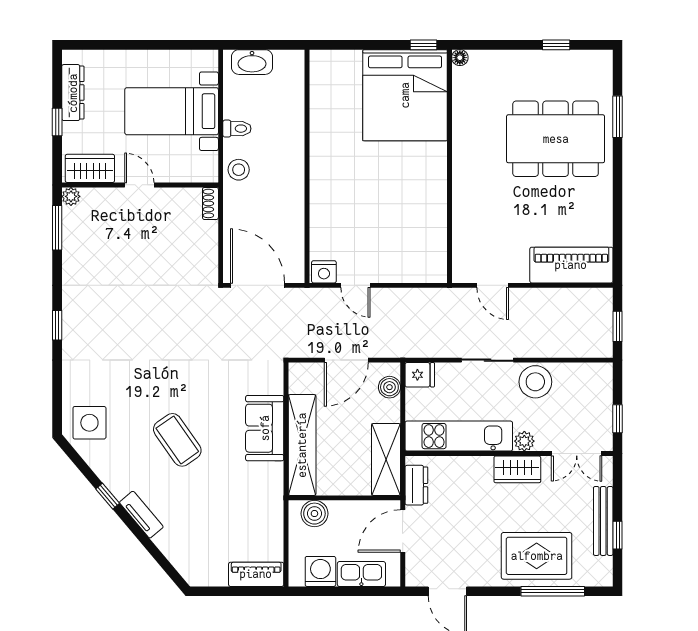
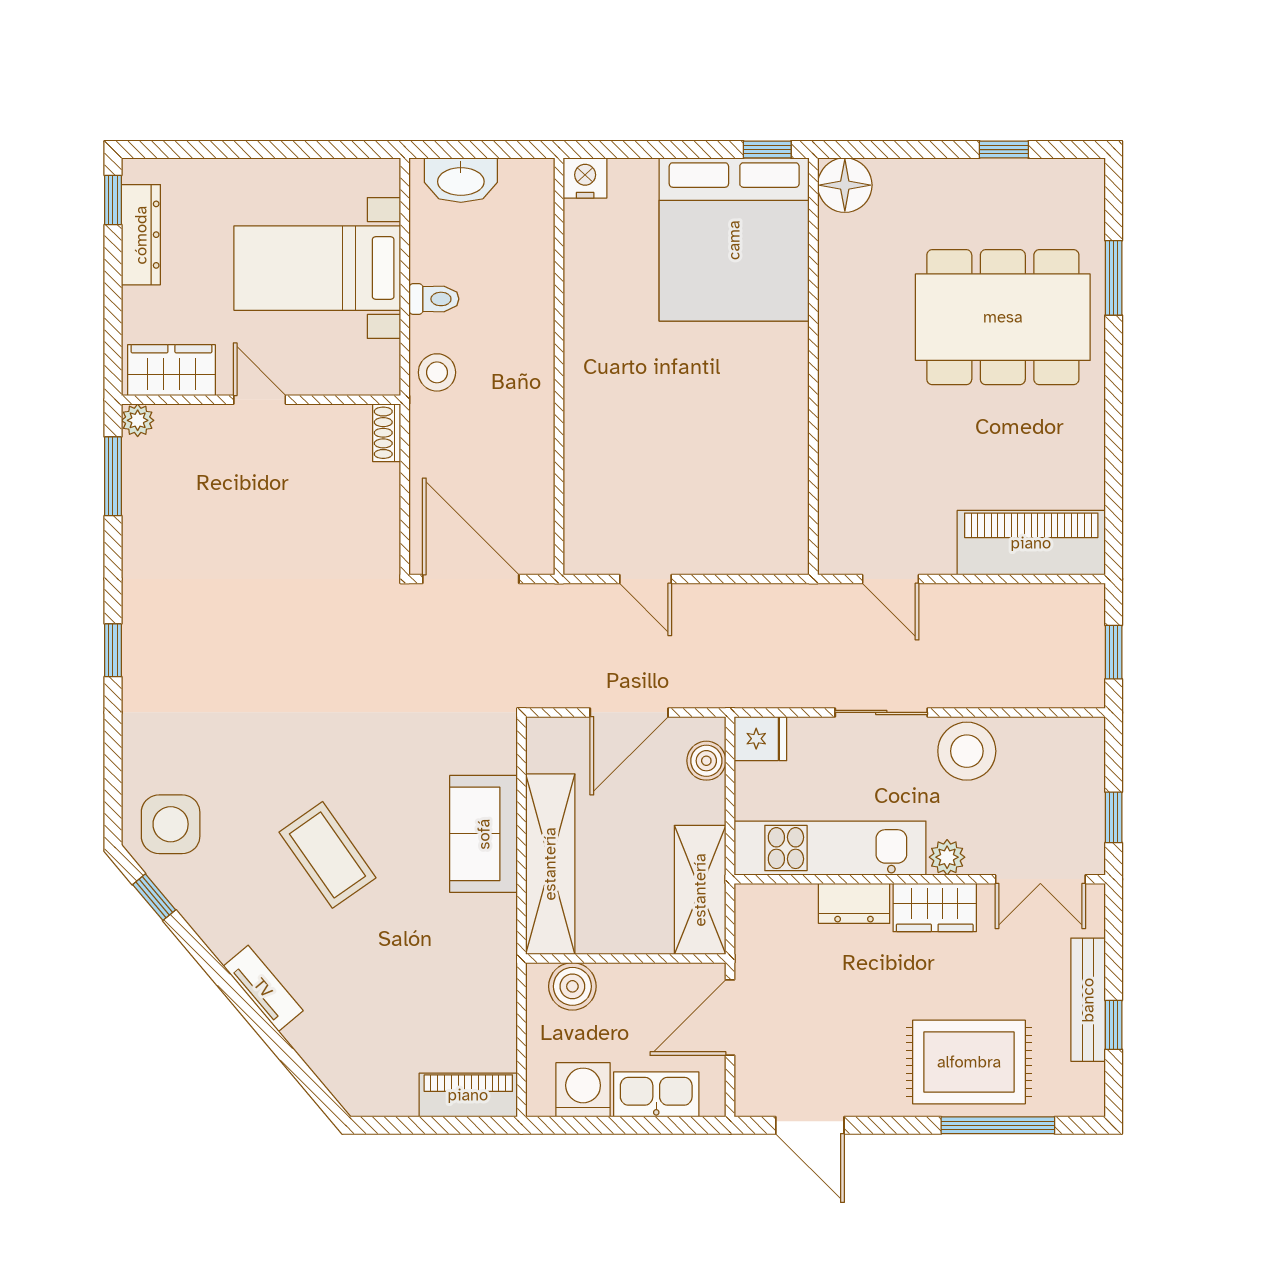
floor lamp: (460, 58) -> (845, 185), width x1.89, depth x1.89
window: (57, 122) -> (113, 200), moved
nightstand: (324, 272) -> (585, 178), moved, turned 180
dresser: (416, 485) -> (854, 903), moved, turned 90
window: (108, 496) -> (154, 897), moved

